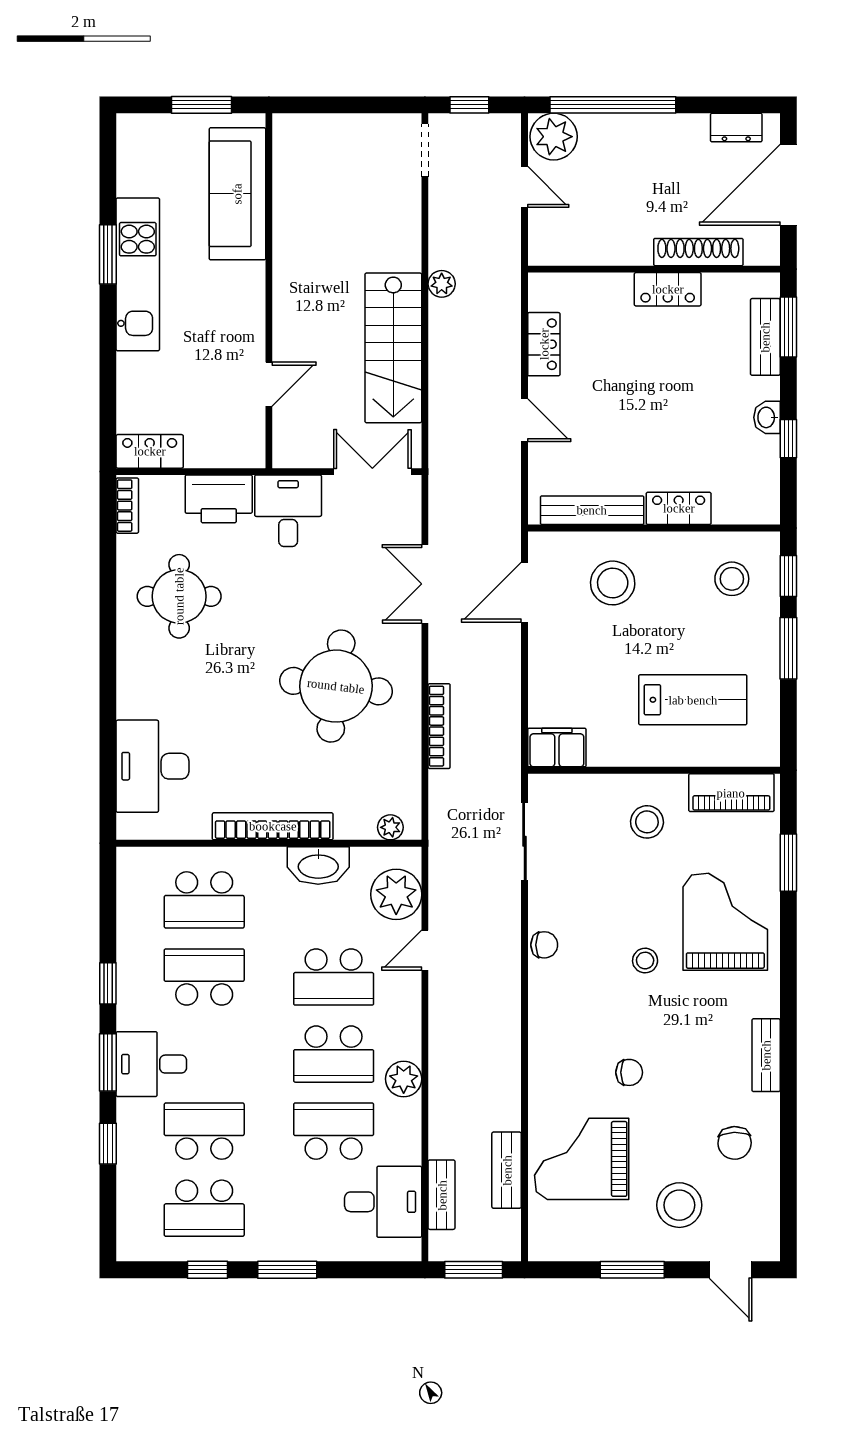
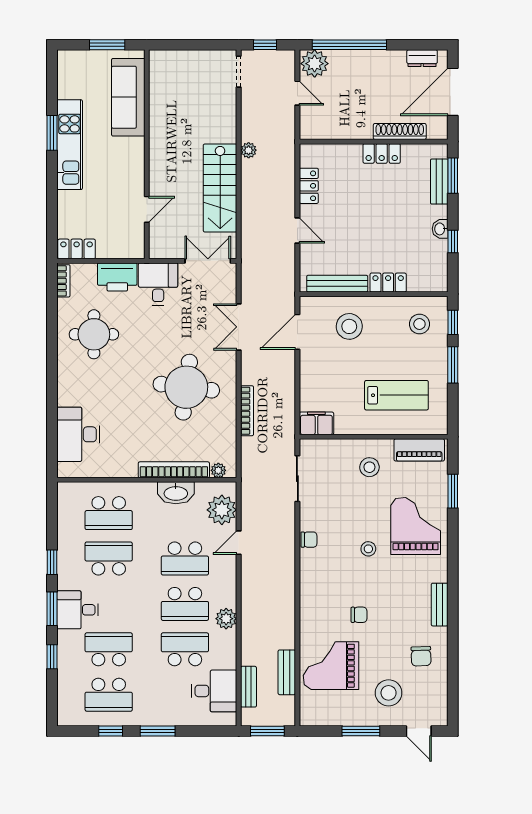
bookcase: (273, 826) -> (174, 470), moved

